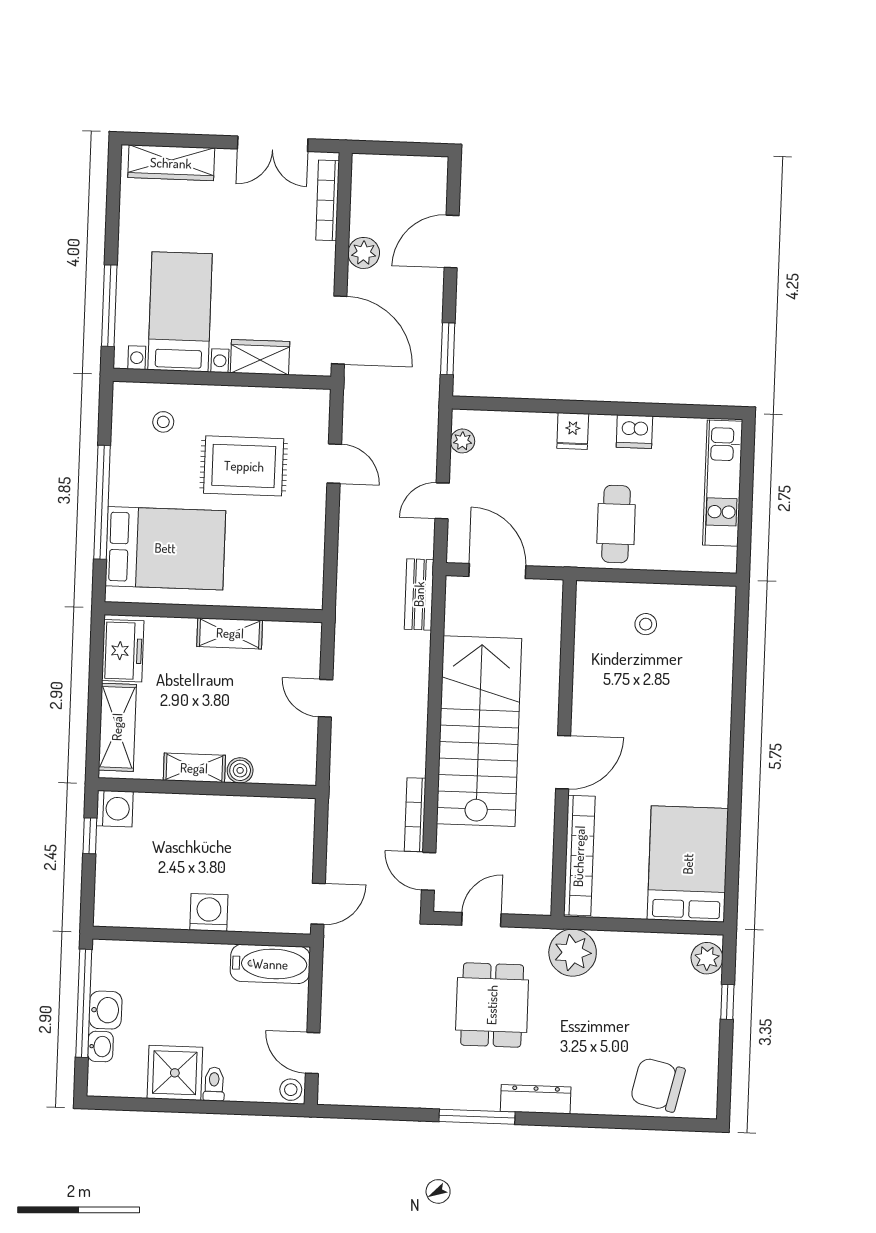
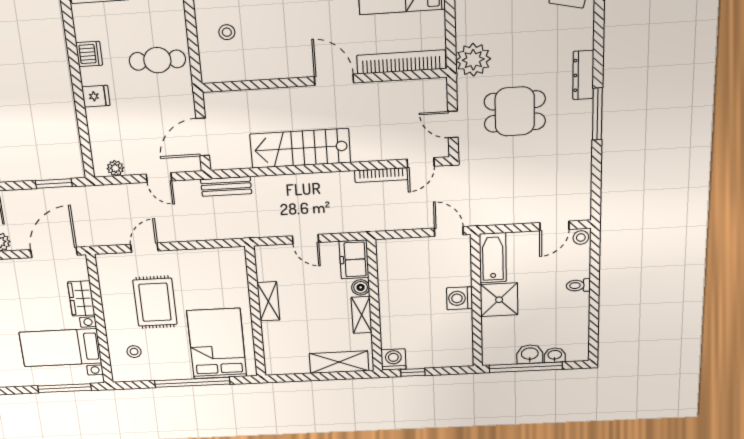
freezer: (123, 651) -> (354, 259), moved, turned -90
door: (326, 698) -> (305, 239), hinge flipped
stairs: (479, 731) -> (300, 148), width x0.73, depth x0.66
shower: (175, 1073) -> (499, 300), moved

